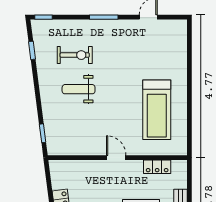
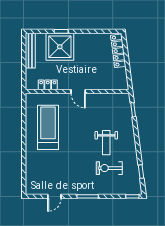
weight bench: (79, 89) -> (106, 143), turned 90

